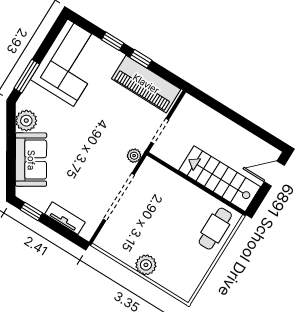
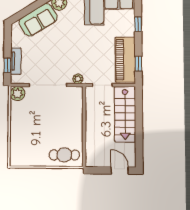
window: (141, 59) -> (138, 64), moved
stairs: (220, 179) -> (125, 114), moved, turned 180
window: (31, 211) -> (7, 65), moved
plant: (146, 265) -> (17, 94), moved

